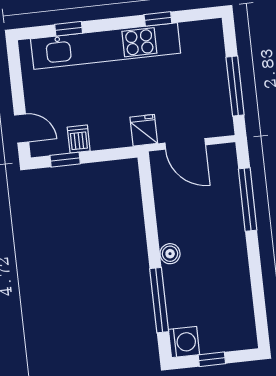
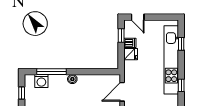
door: (22, 128) -> (138, 17), hinge flipped
fridge: (144, 130) -> (131, 54), moved
washing machine: (184, 342) -> (41, 81), moved

